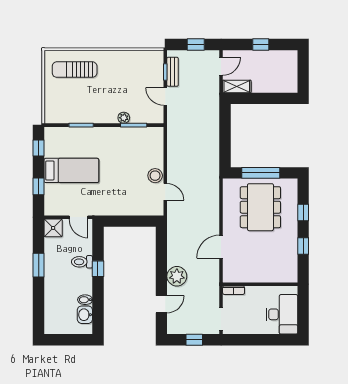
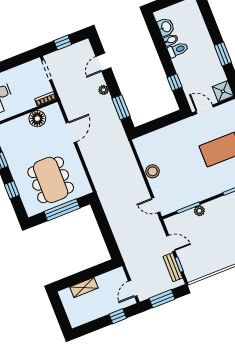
window: (196, 44) -> (162, 299), width x1.50
window: (261, 44) -> (118, 316), moved
shelving: (237, 86) -> (84, 288), moved
door: (165, 192) -> (156, 205), moved
window: (161, 252) -> (121, 107), added
toilet: (82, 262) -> (178, 50), moved
window: (98, 269) -> (175, 82), moved
floor lamp: (250, 274) -> (37, 119), added
plant: (177, 276) -> (103, 90), width x0.53, depth x0.53

